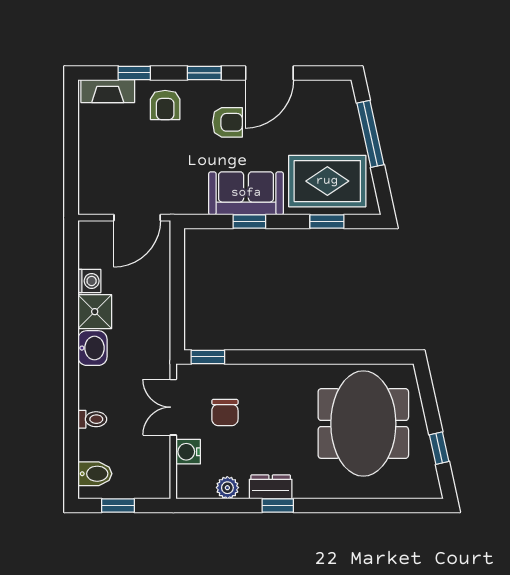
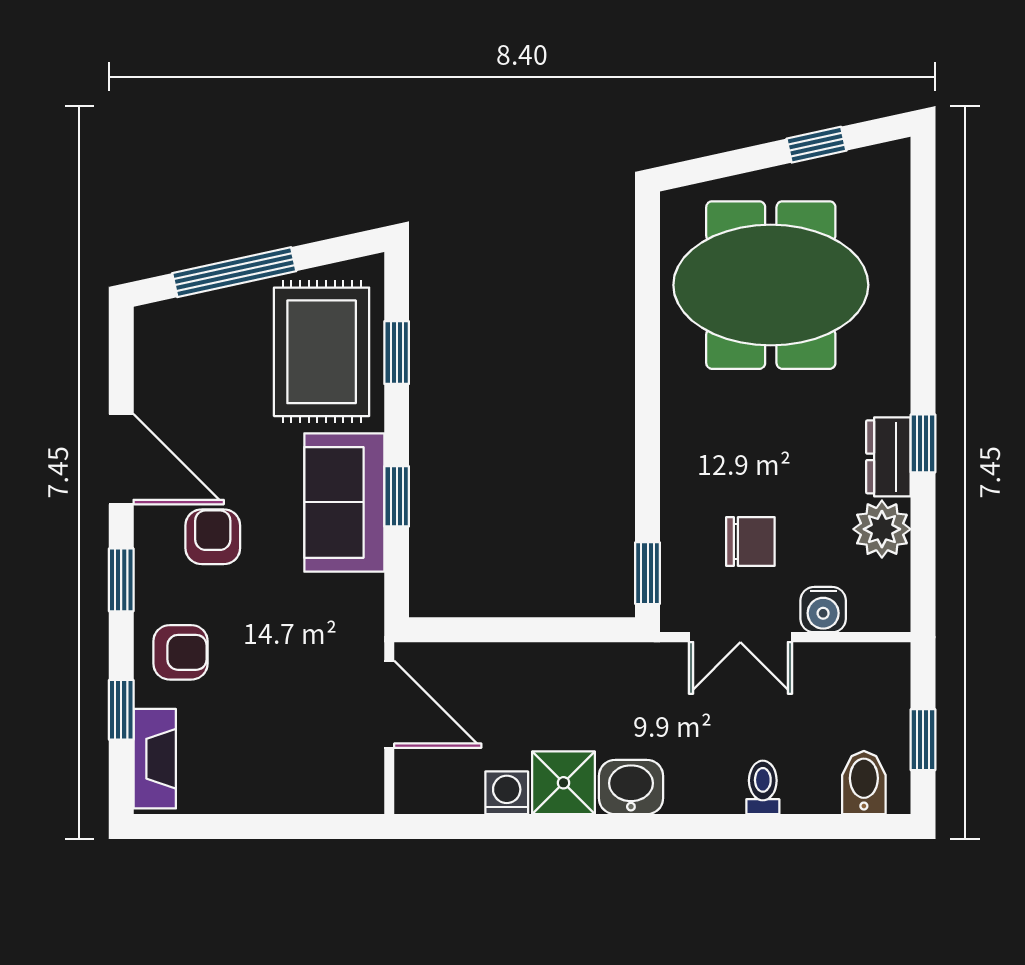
plant: (227, 488) -> (882, 529), width x1.38, depth x1.38

